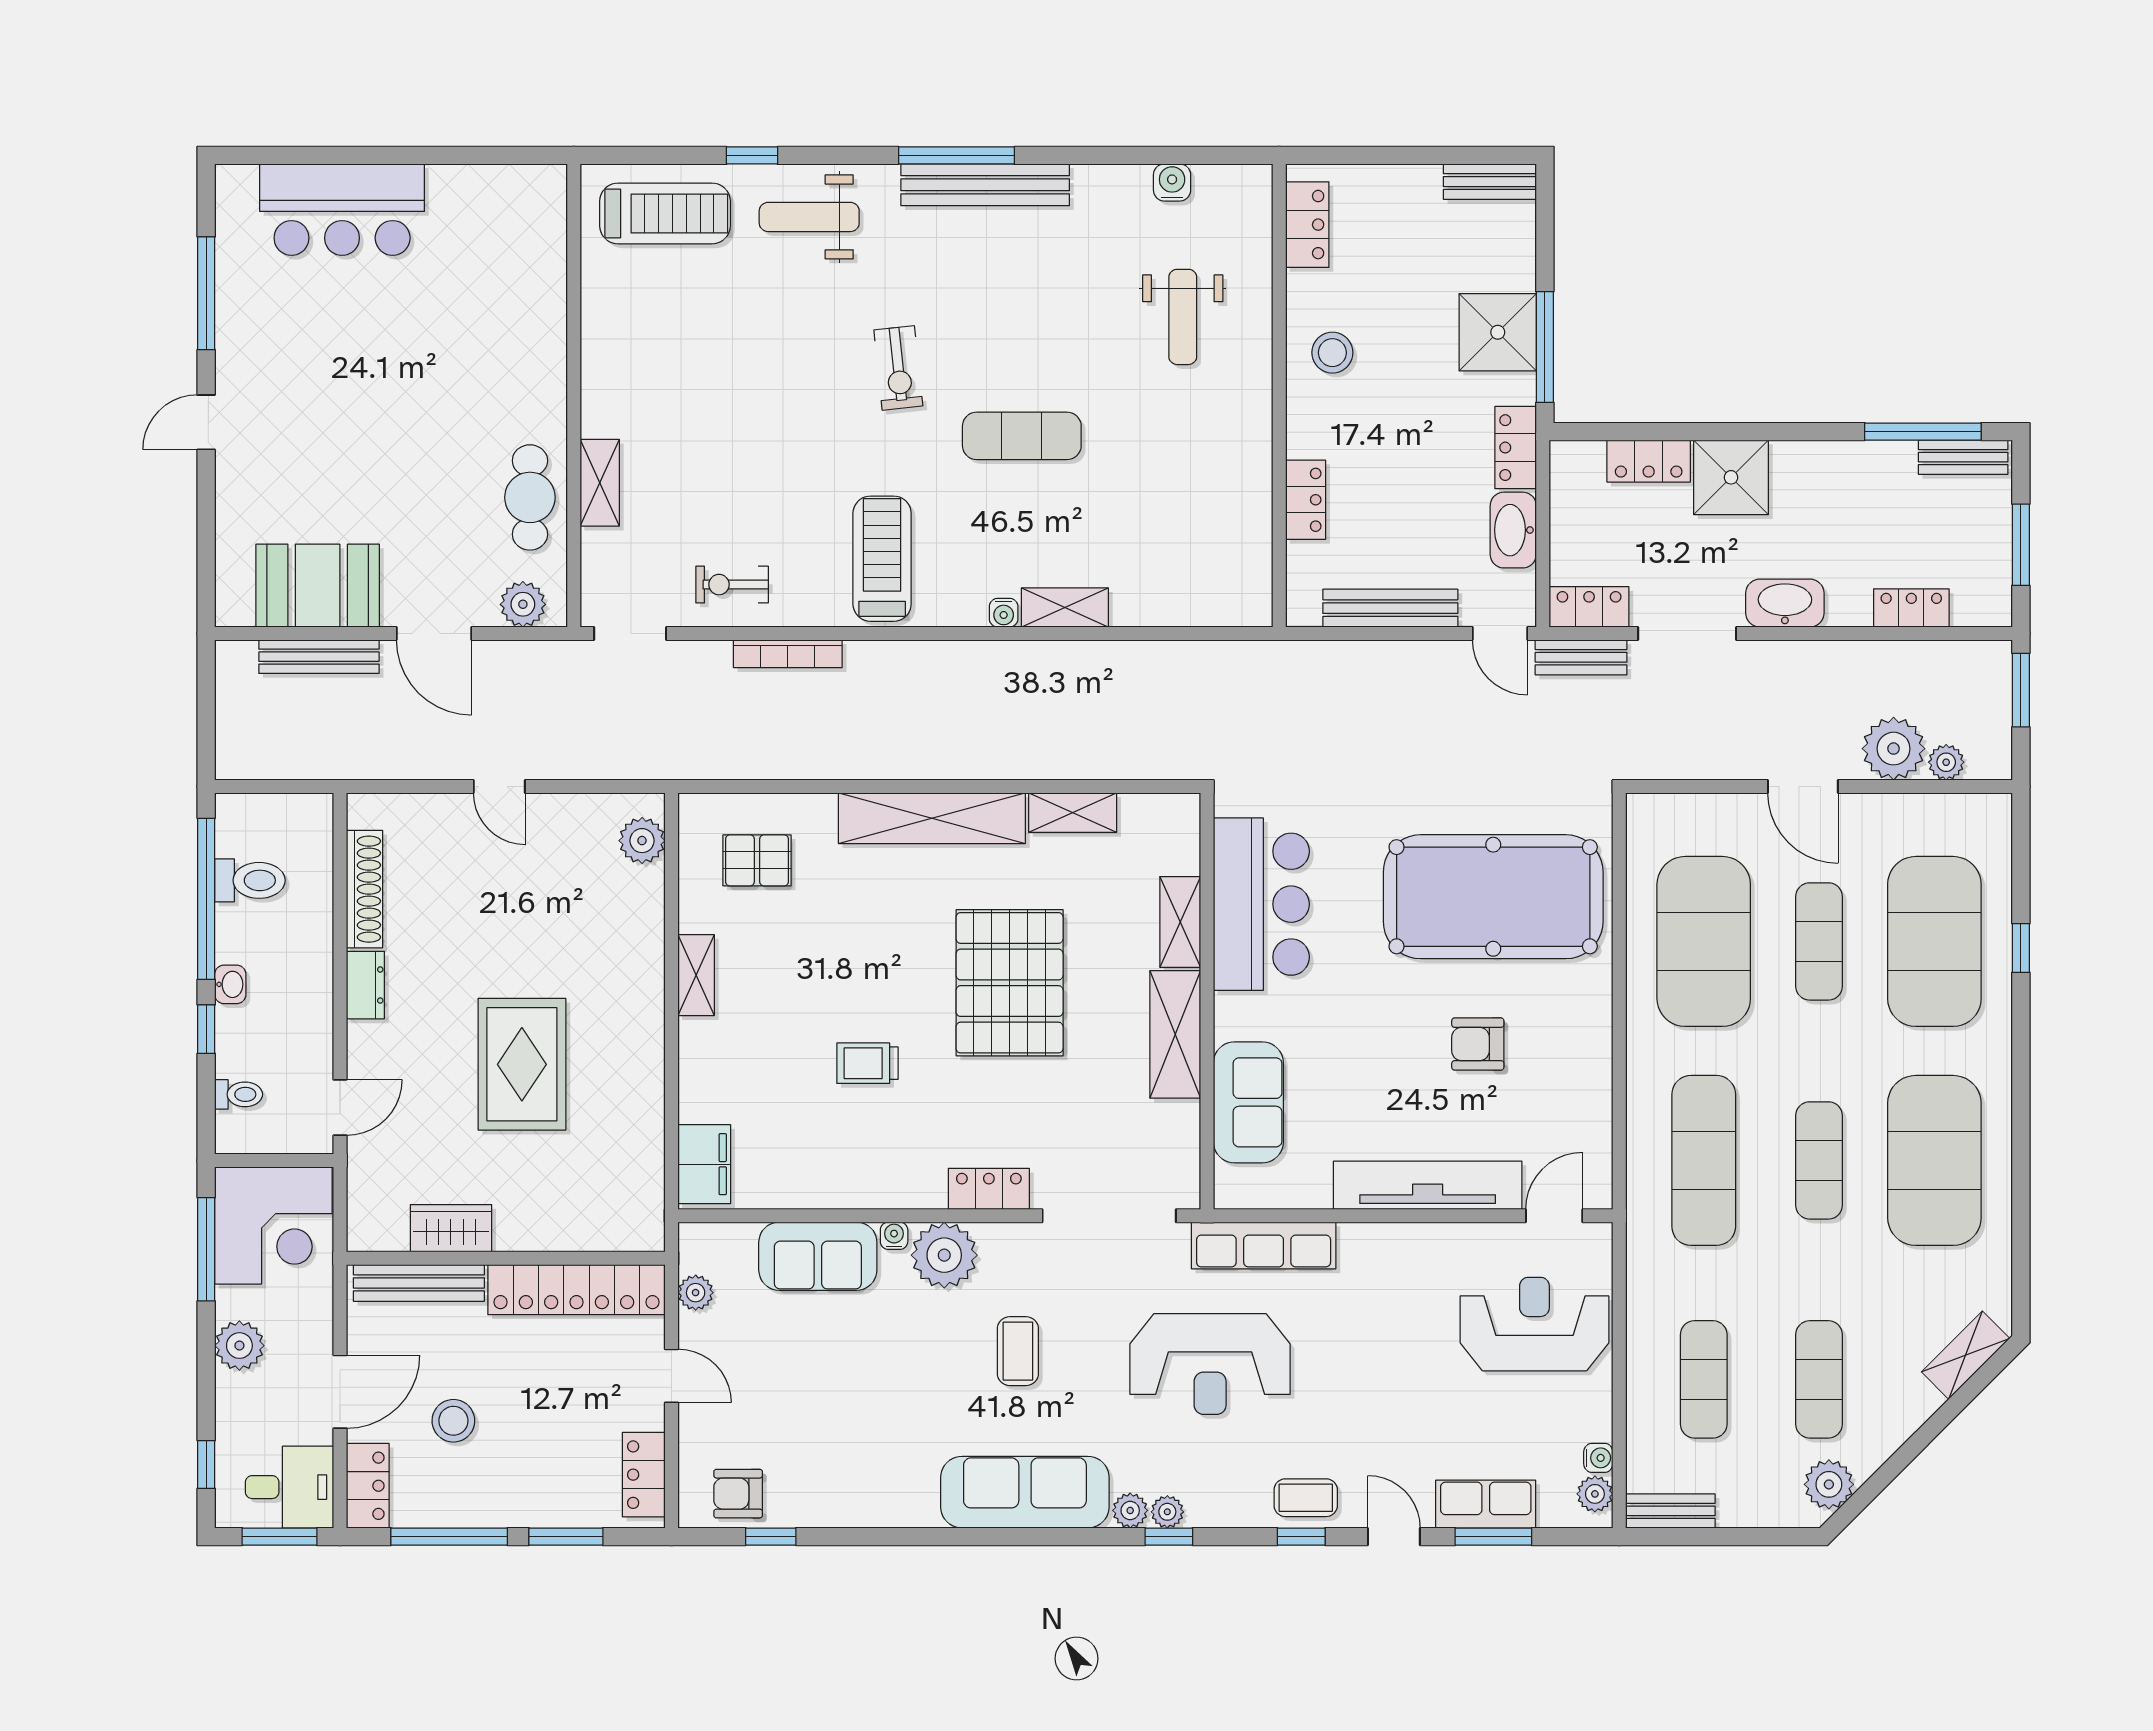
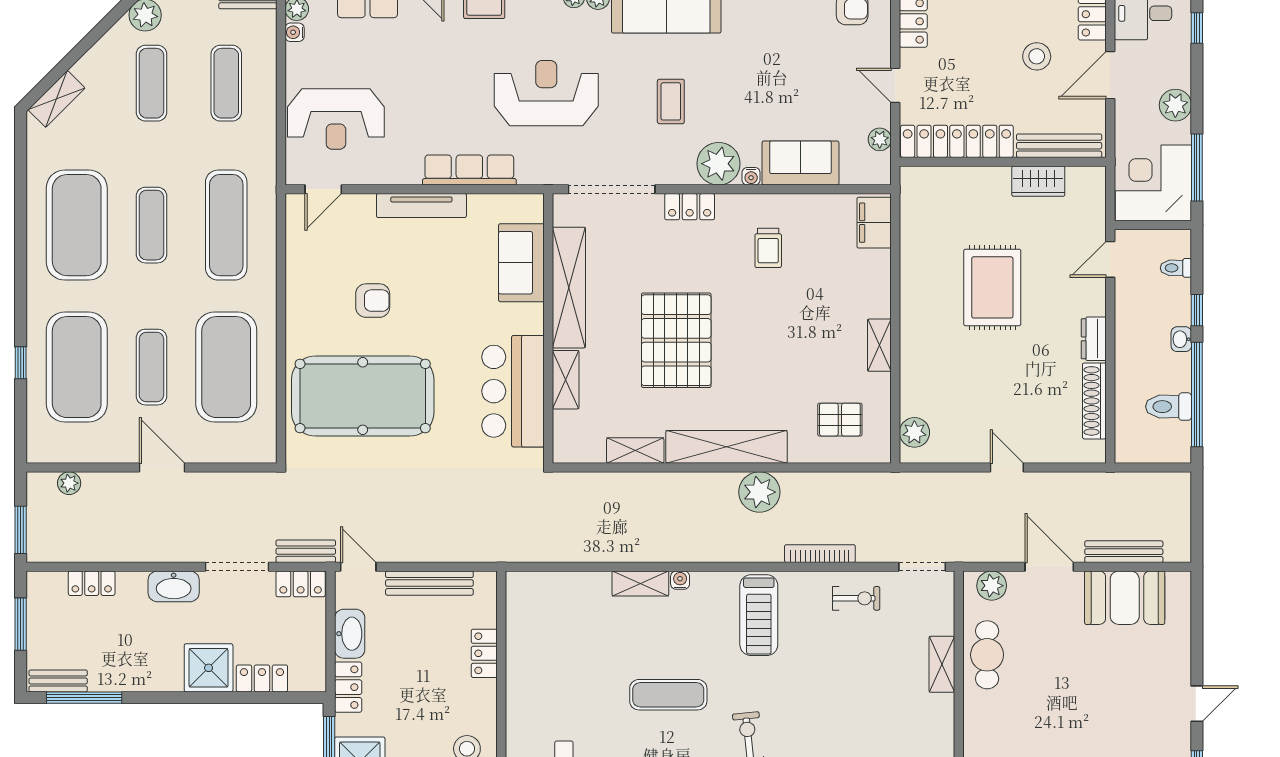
plant: (1894, 749) -> (759, 492), moved
shelving: (1175, 1034) -> (569, 288), width x1.47
trolley: (867, 1063) -> (768, 248), moved, turned 90
tv unit: (1428, 1185) -> (421, 206), width x0.73, depth x0.78
row of seats: (1264, 1245) -> (469, 170), moved

